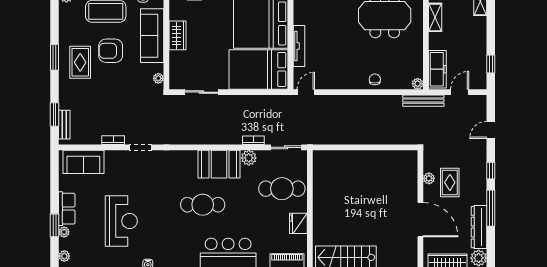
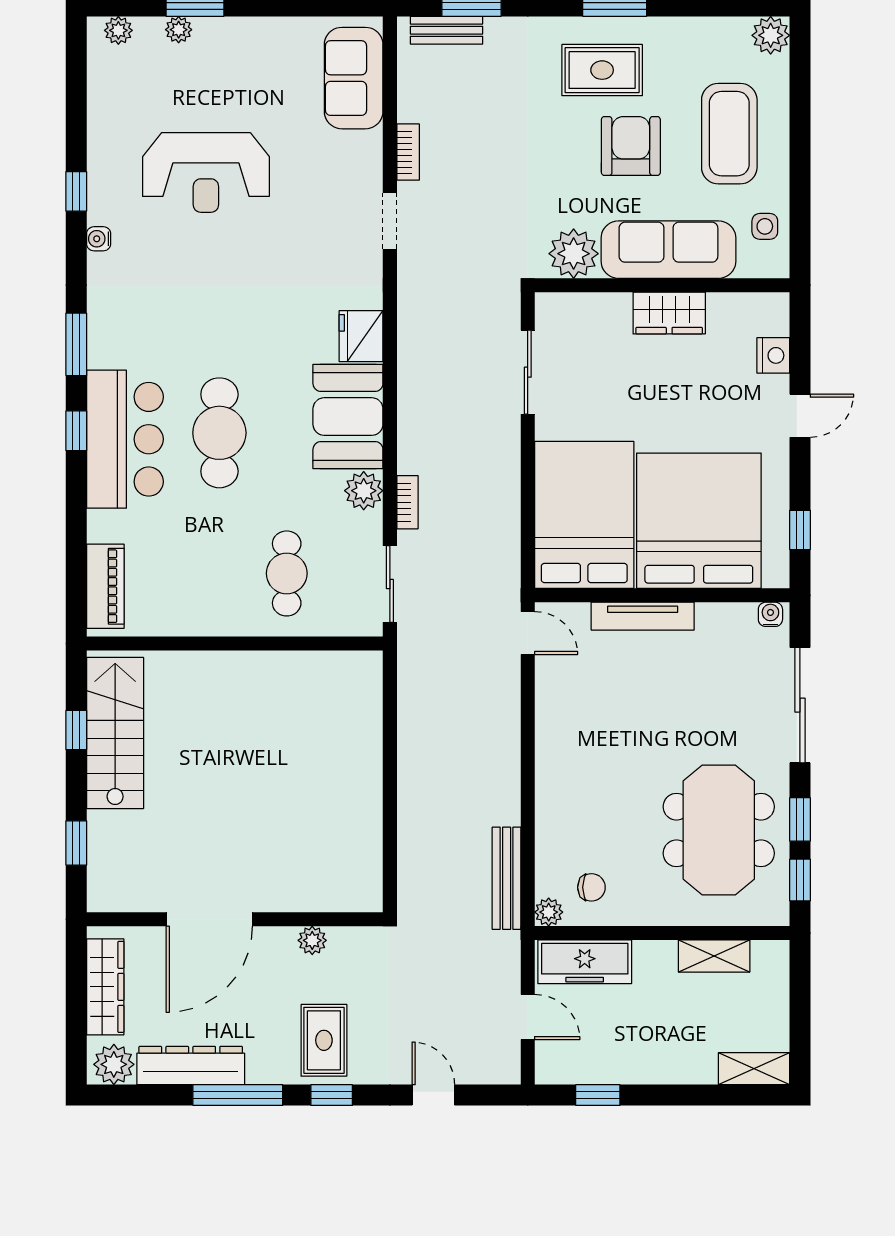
plant: (158, 78) -> (574, 254), width x1.88, depth x1.88
chair: (375, 79) -> (591, 887), moved
bench: (423, 101) -> (507, 878), moved
rug: (450, 182) -> (324, 1040), moved, turned 90
cafe table: (282, 189) -> (287, 573), width x0.73, depth x0.74
cafe table: (203, 205) -> (219, 433), moved
row of seats: (67, 209) -> (237, 37), removed
fridge: (298, 223) -> (361, 336), moved, turned -90

